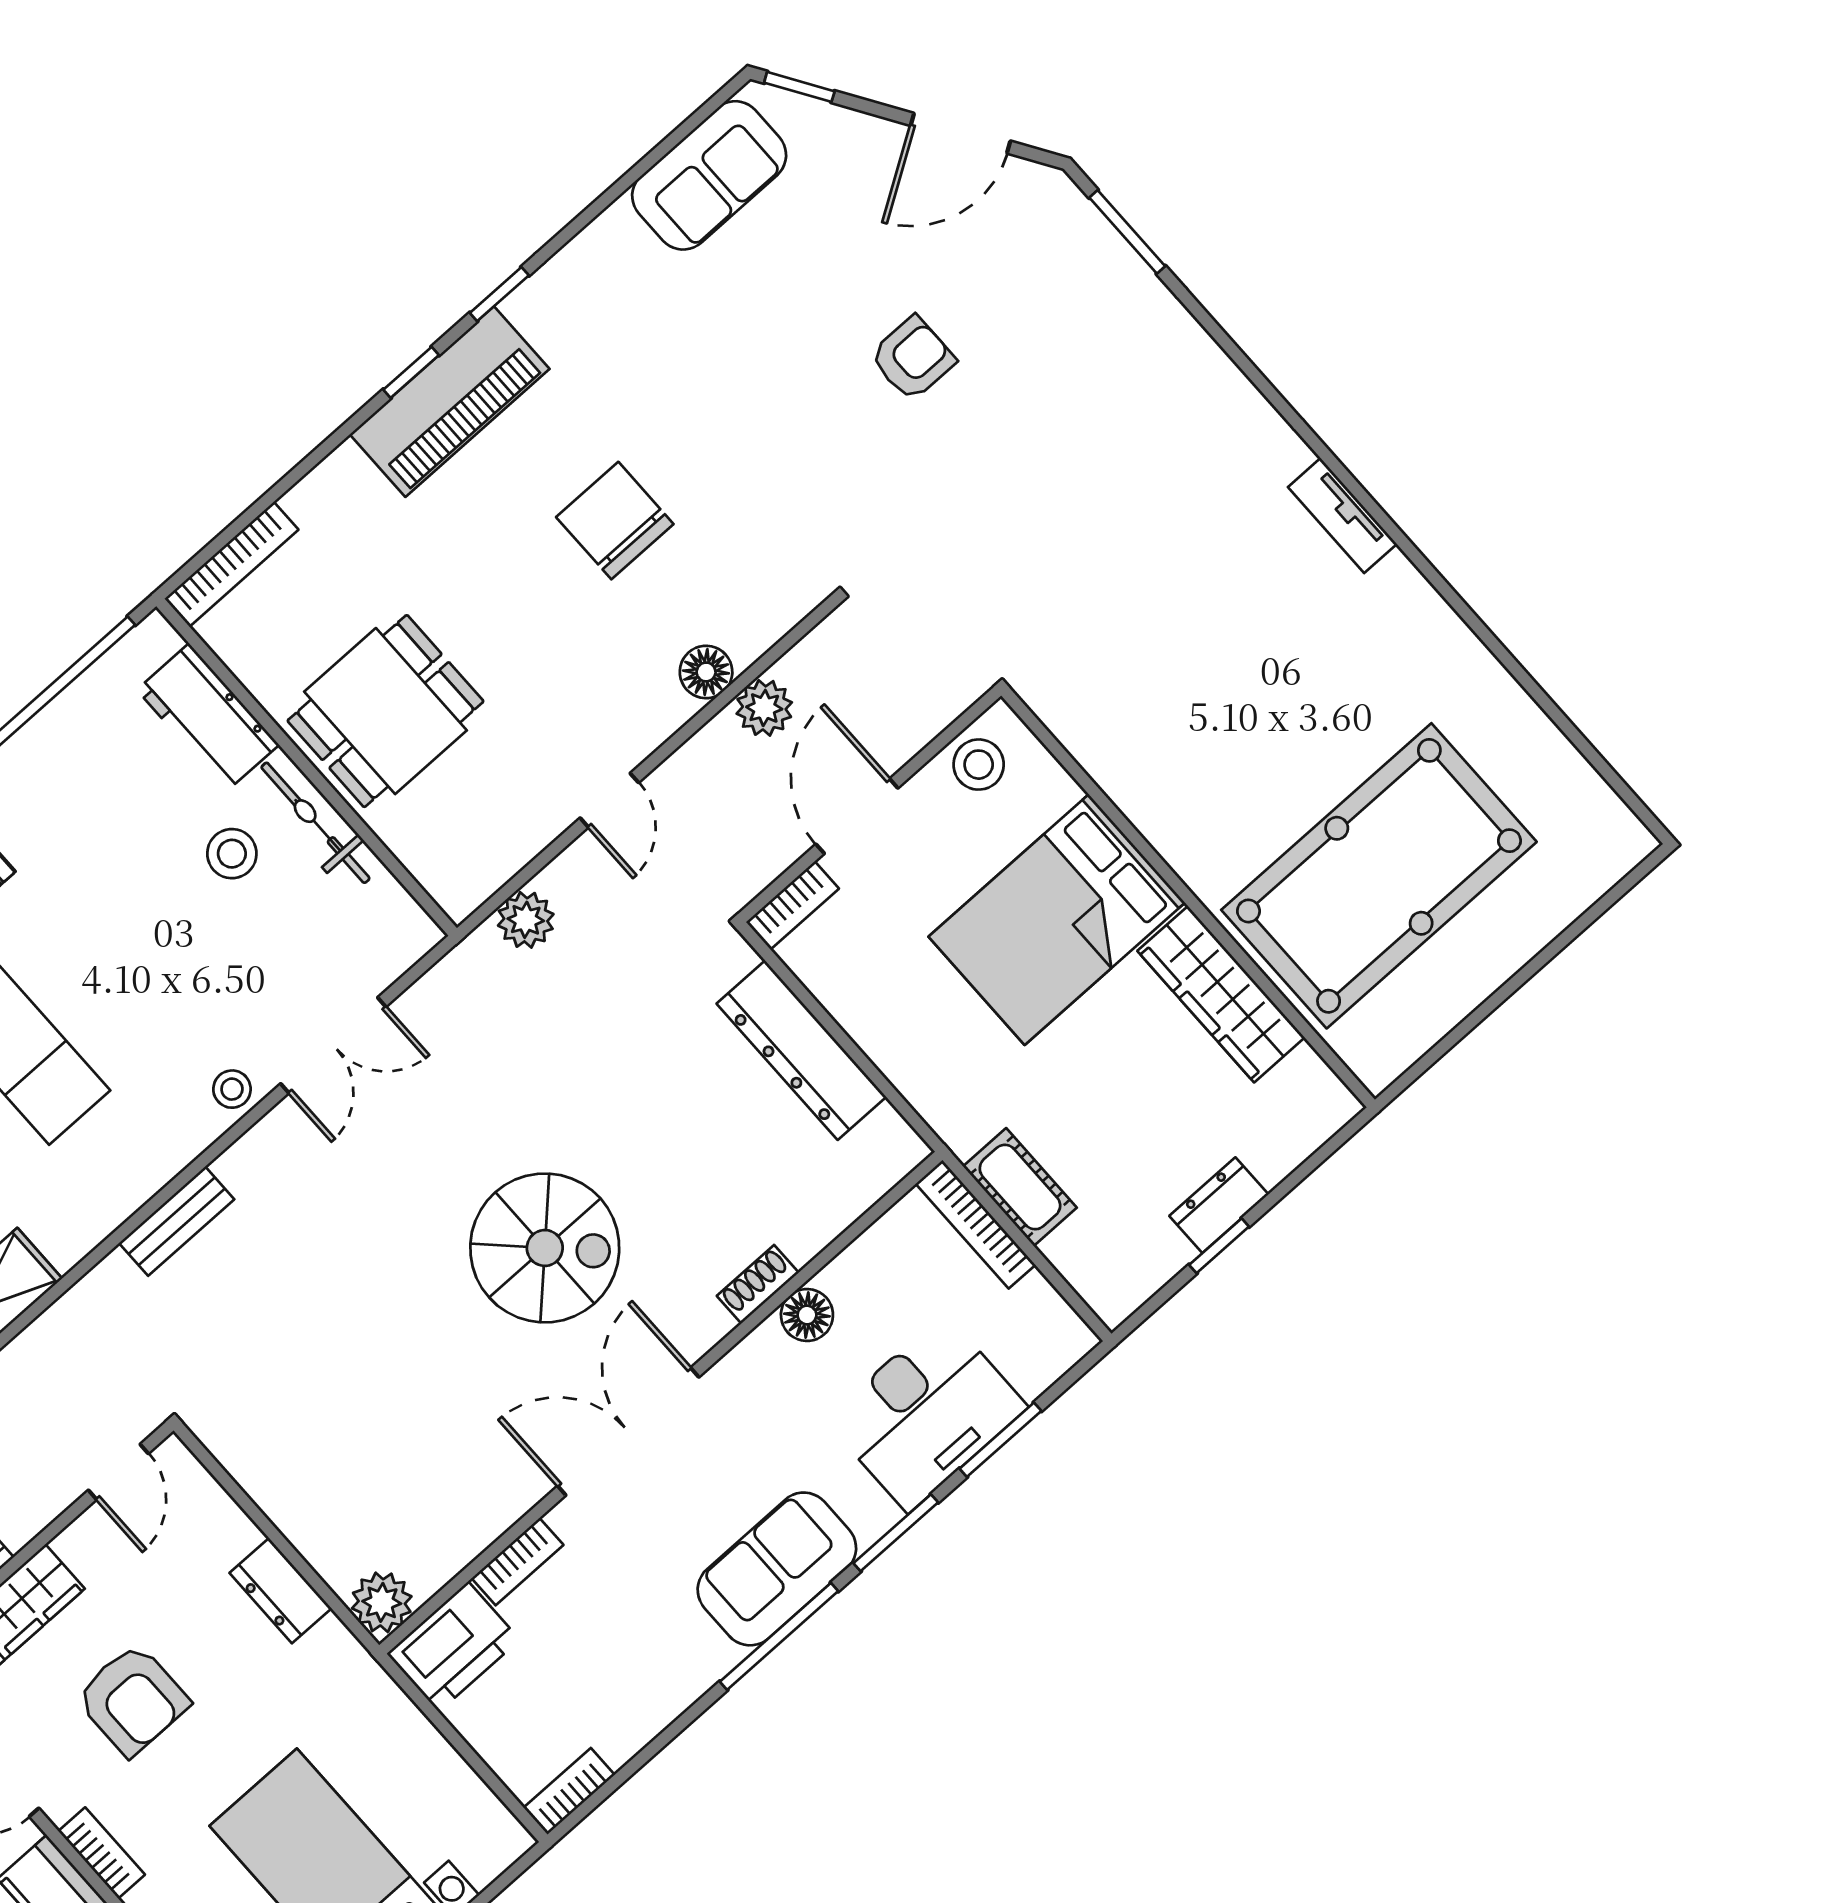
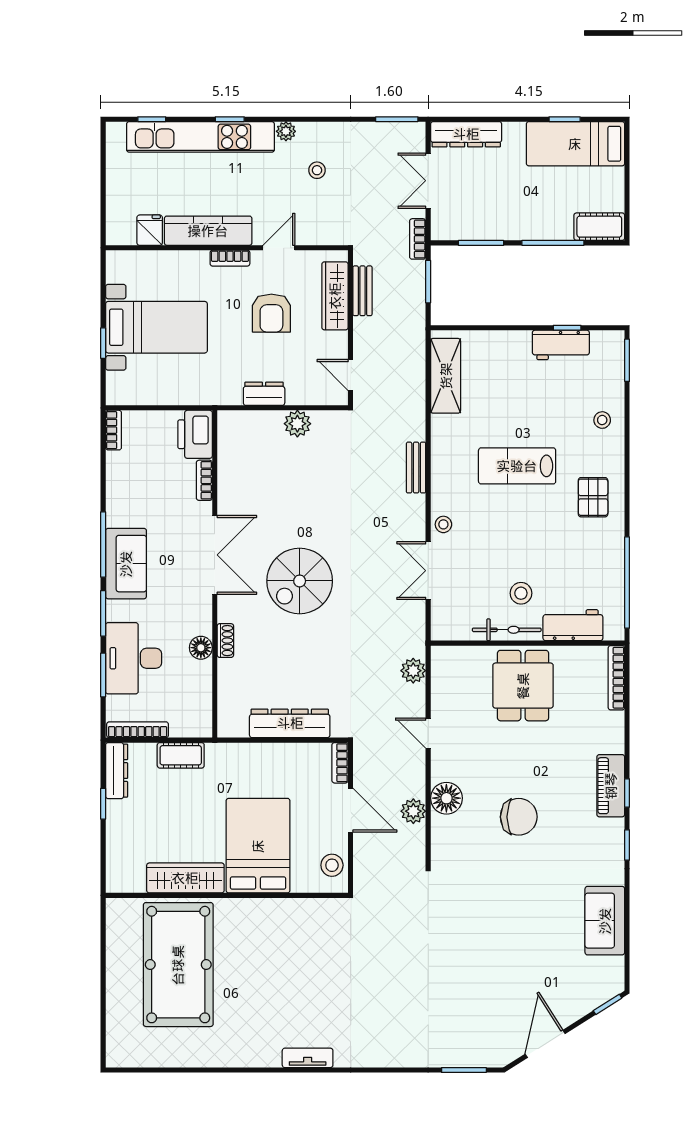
sofa: (709, 175) -> (605, 921), moved
armchair: (913, 358) -> (485, 962), removed
piano: (450, 402) -> (611, 786), width x0.73, depth x0.75
floor lamp: (706, 672) -> (446, 798), width x1.38, depth x1.38
dresser: (1219, 1205) -> (117, 771), moved, width x1.44
bookcase: (976, 1224) -> (138, 730), moved
plant: (382, 1602) -> (297, 424), moved
armchair: (132, 1700) -> (271, 313), turned -90

